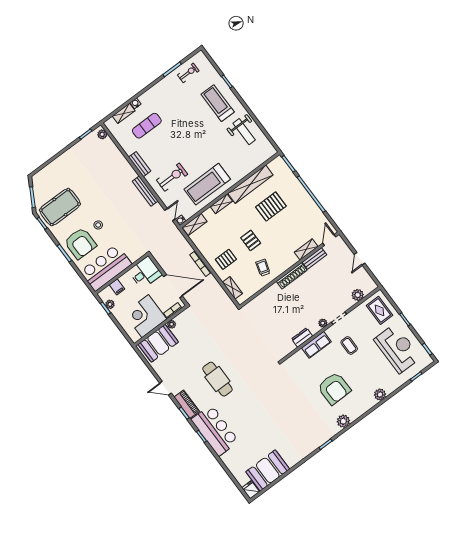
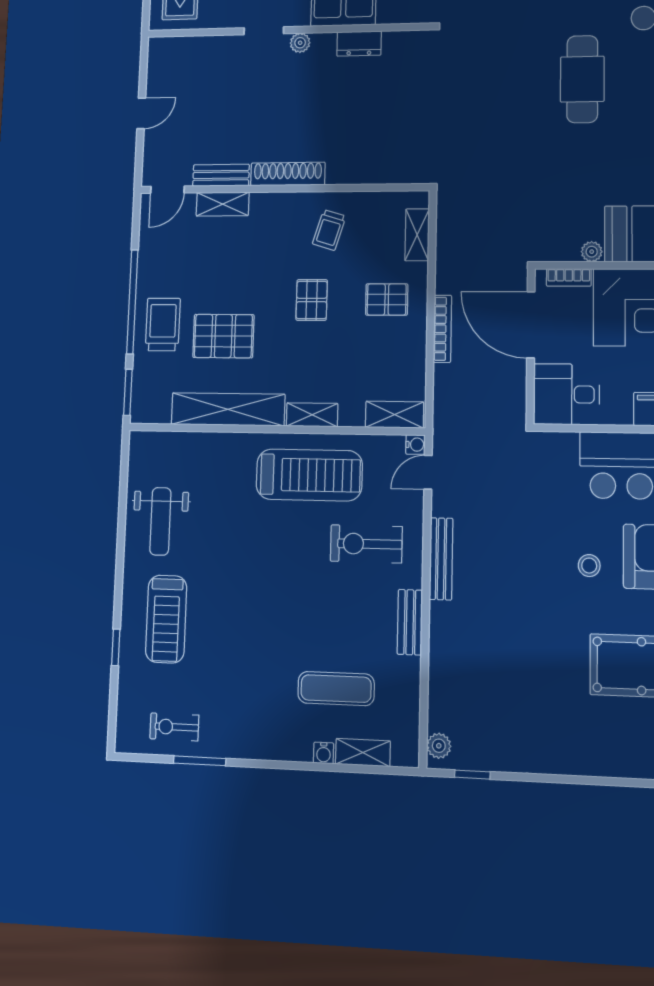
weight bench: (244, 132) -> (160, 521), turned 180
trolley: (295, 195) -> (163, 324), added
plant: (358, 295) -> (197, 49), removed

